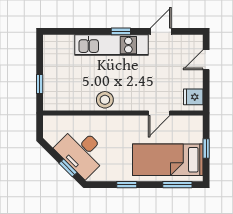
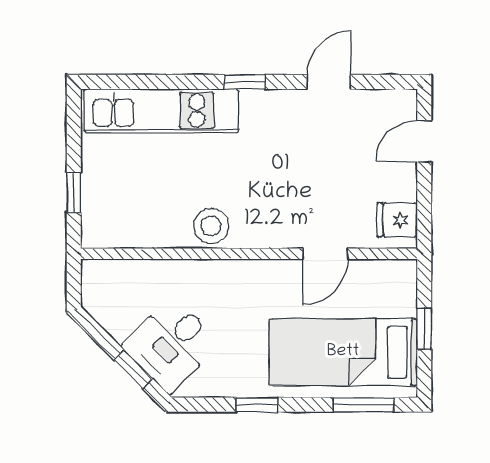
kitchen unit: (111, 45) -> (161, 111), moved
desk: (82, 152) -> (171, 344), width x0.73

